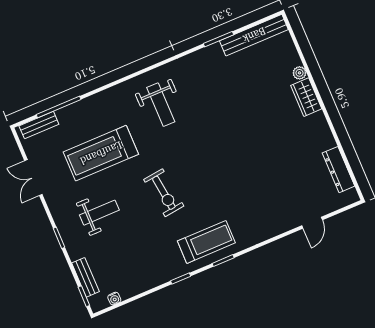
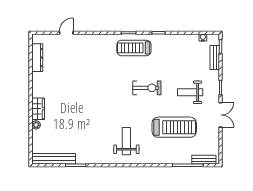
double door: (33, 178) -> (220, 115), moved
exercise bike: (164, 193) -> (147, 88), turned 97

